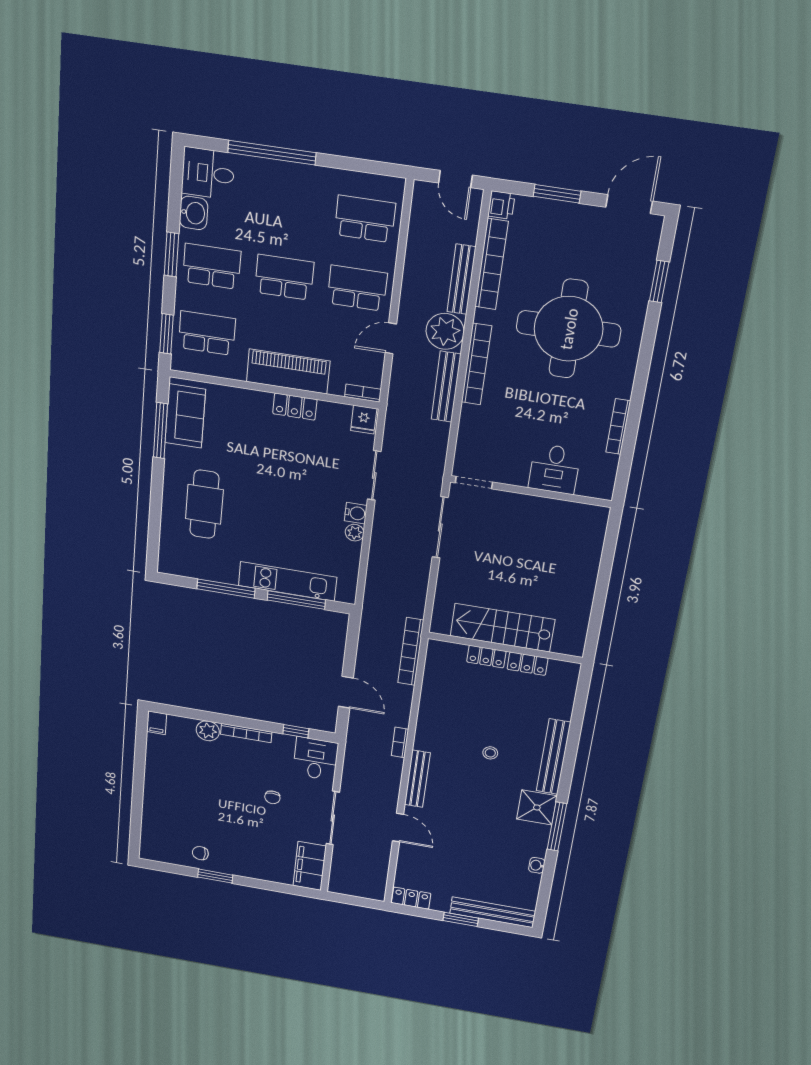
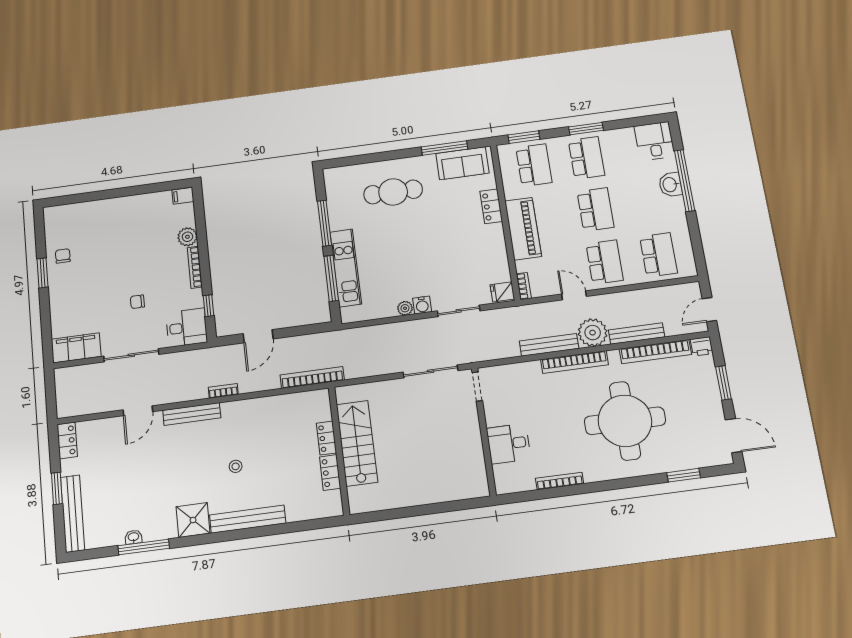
washbasin: (194, 213) -> (670, 185), moved, turned 90
locker: (295, 407) -> (491, 206), moved
window: (557, 827) -> (144, 547), moved

